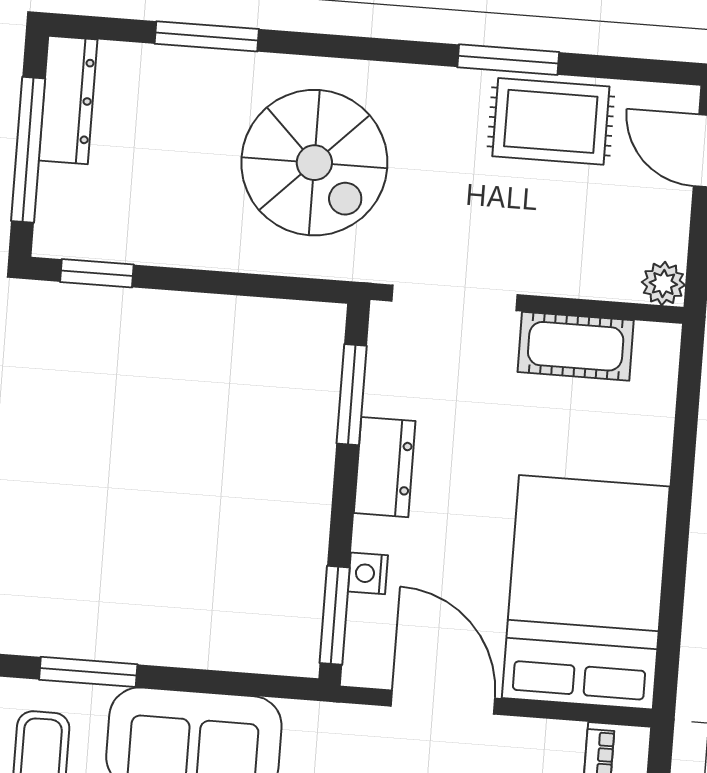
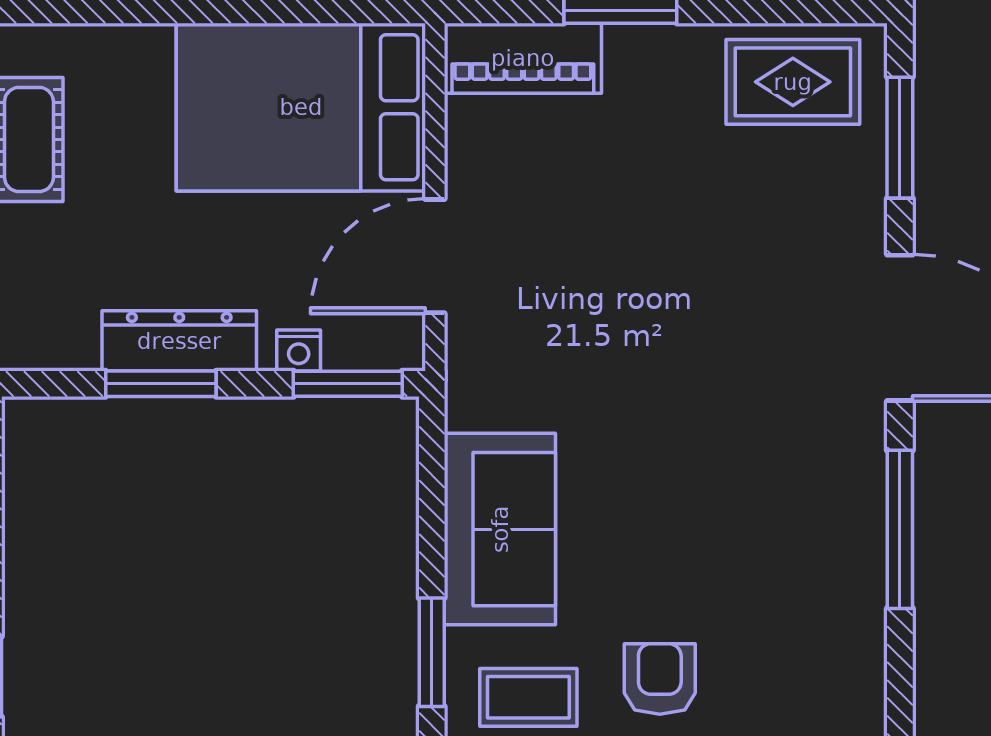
window: (352, 395) -> (161, 384), moved
dresser: (385, 467) -> (179, 341), width x1.44

